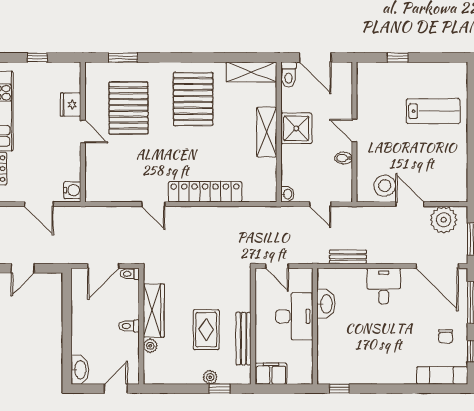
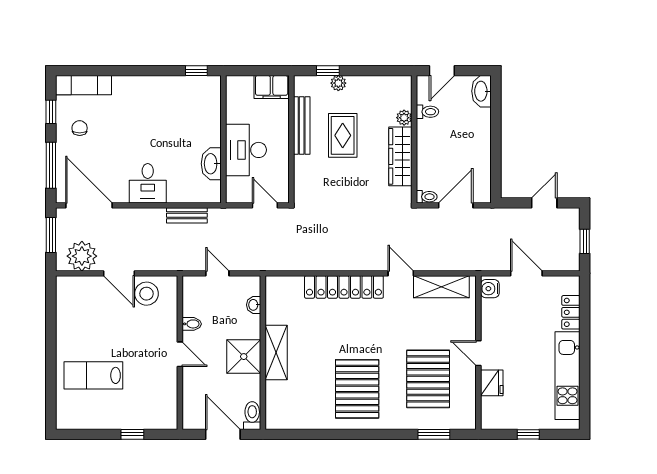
shelving: (251, 72) -> (441, 287), moved
washbasin: (287, 194) -> (254, 305), moved
toilet: (129, 326) -> (427, 112), moved

